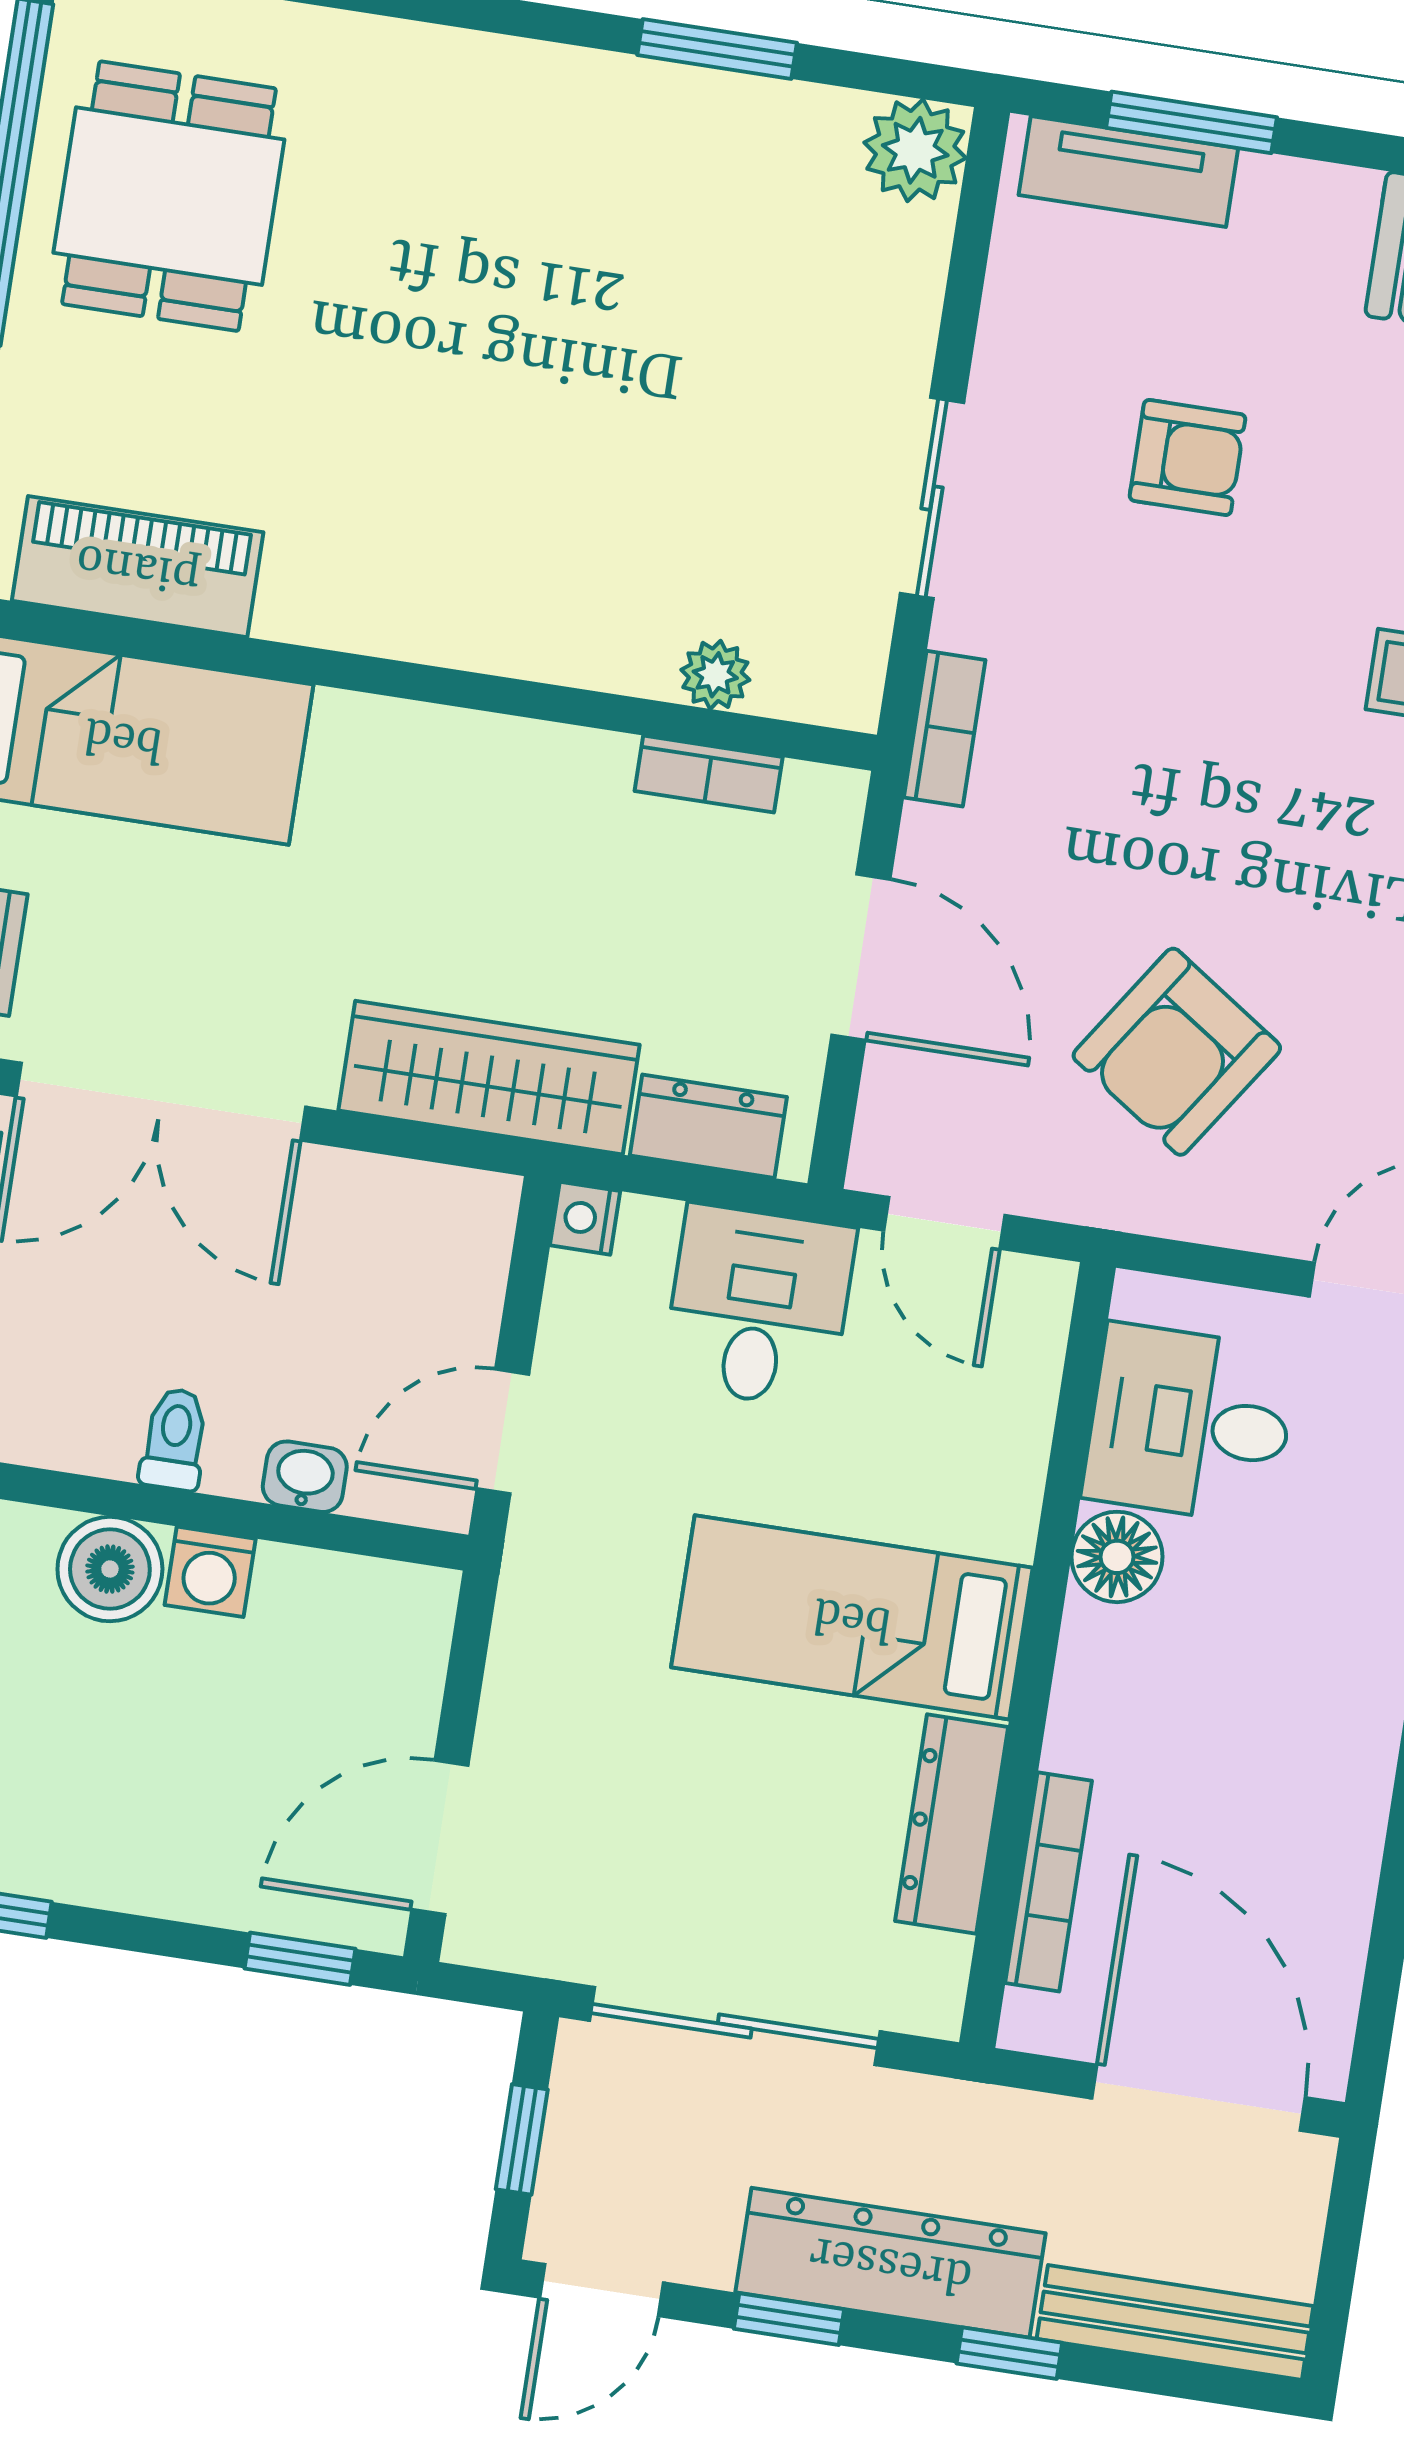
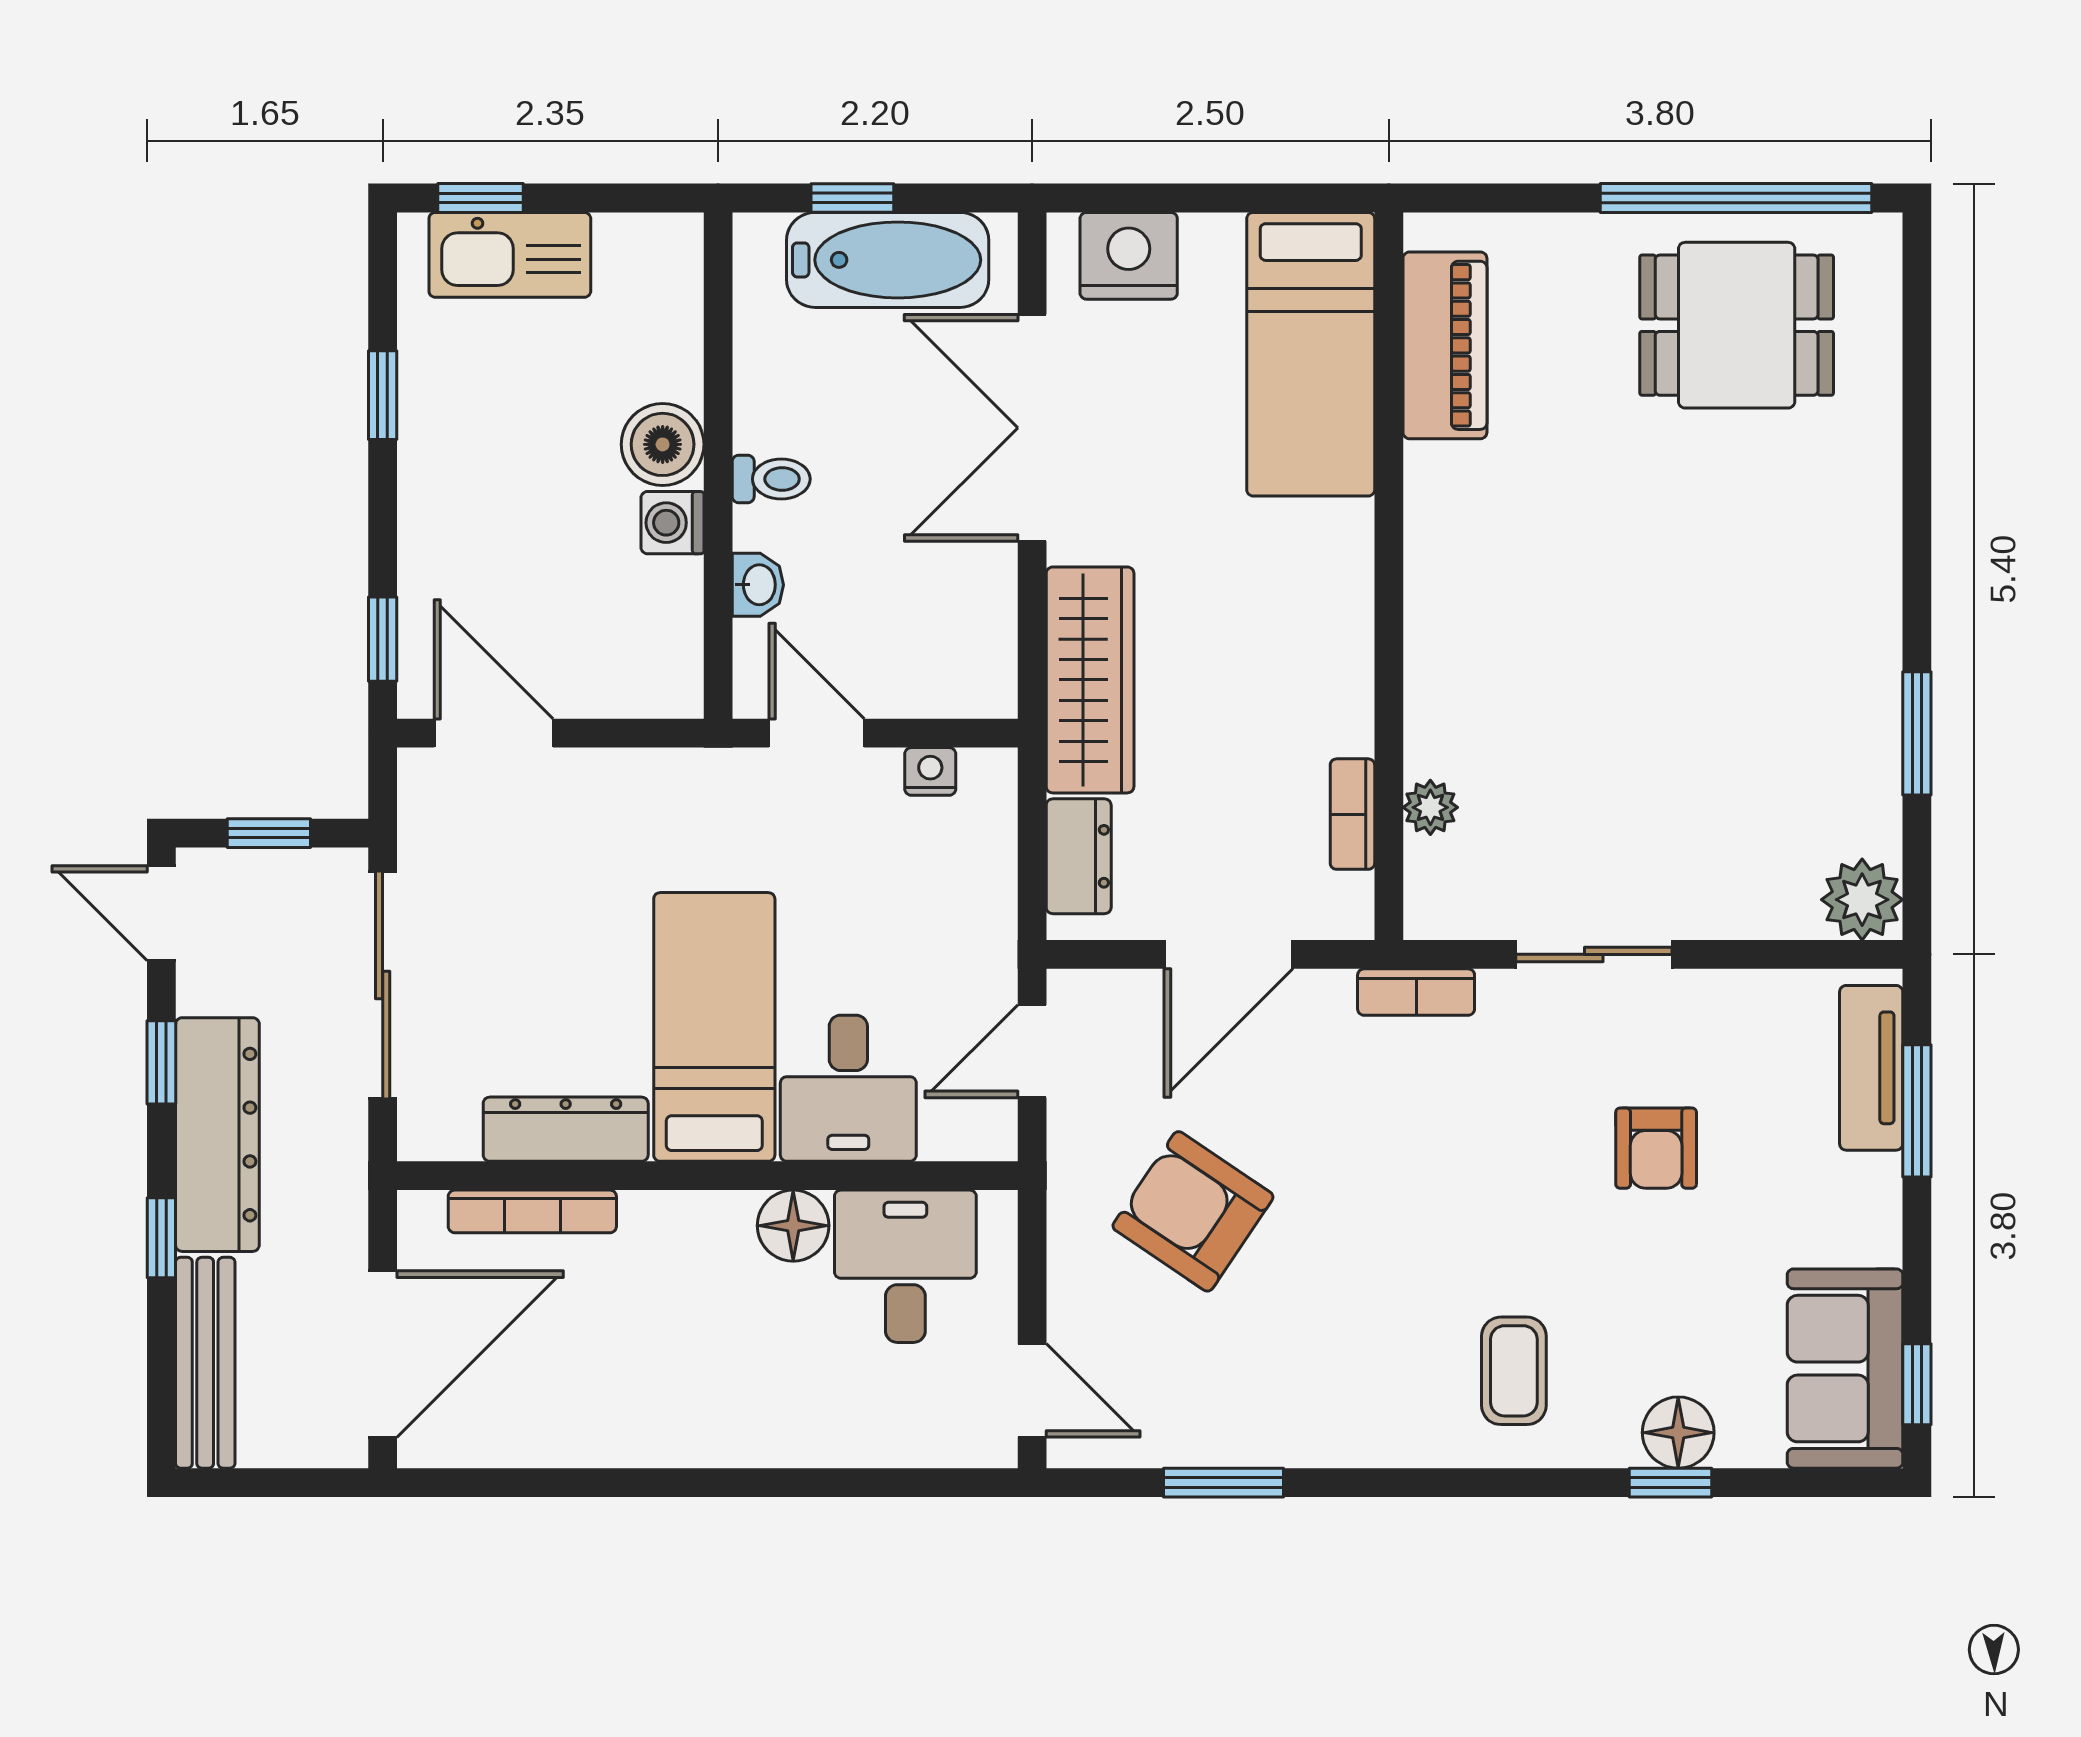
nightstand: (585, 1218) -> (930, 771), moved
desk: (759, 1307) -> (848, 1088), moved, turned 90

